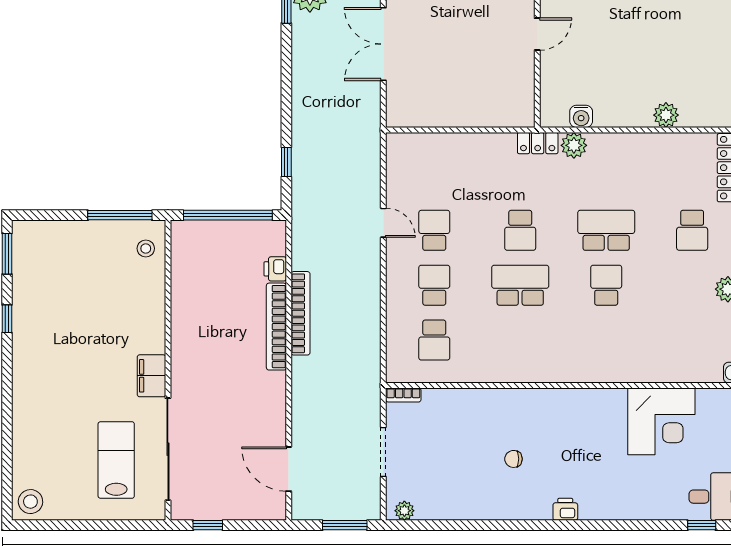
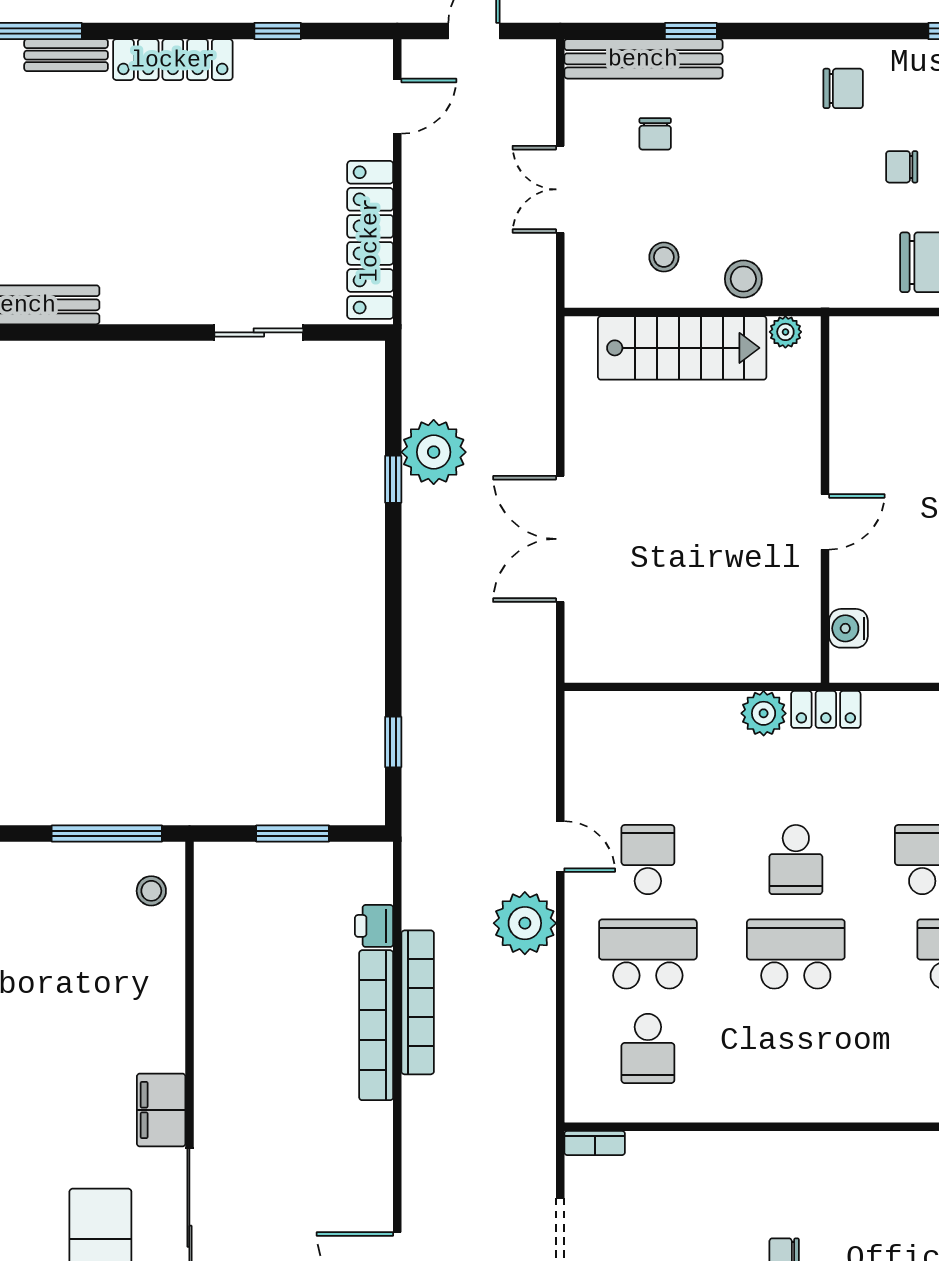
water cooler: (581, 116) -> (848, 628), moved, turned 90
plant: (574, 145) -> (764, 713), moved
window: (228, 215) -> (293, 833), width x0.47
plant: (363, 267) -> (525, 923), added
school desk: (434, 285) -> (648, 954), width x1.85

